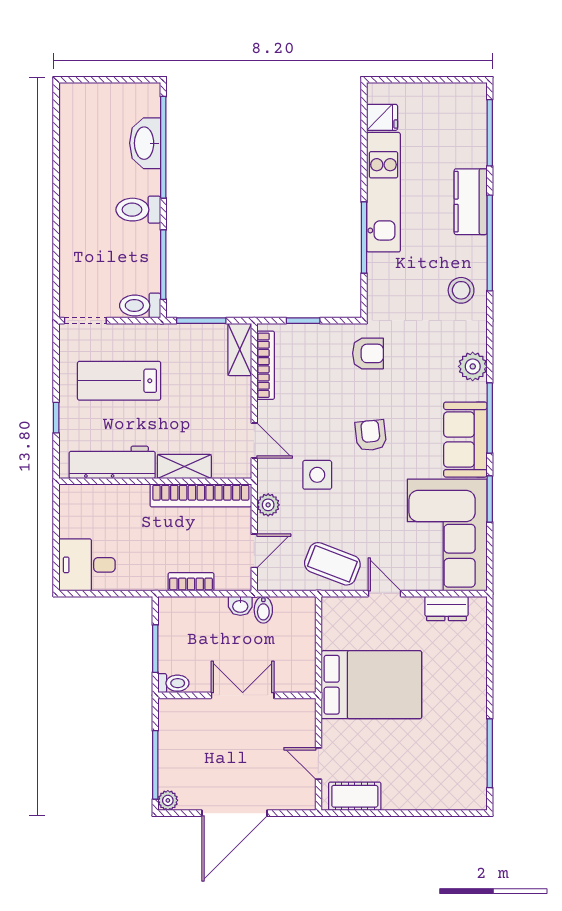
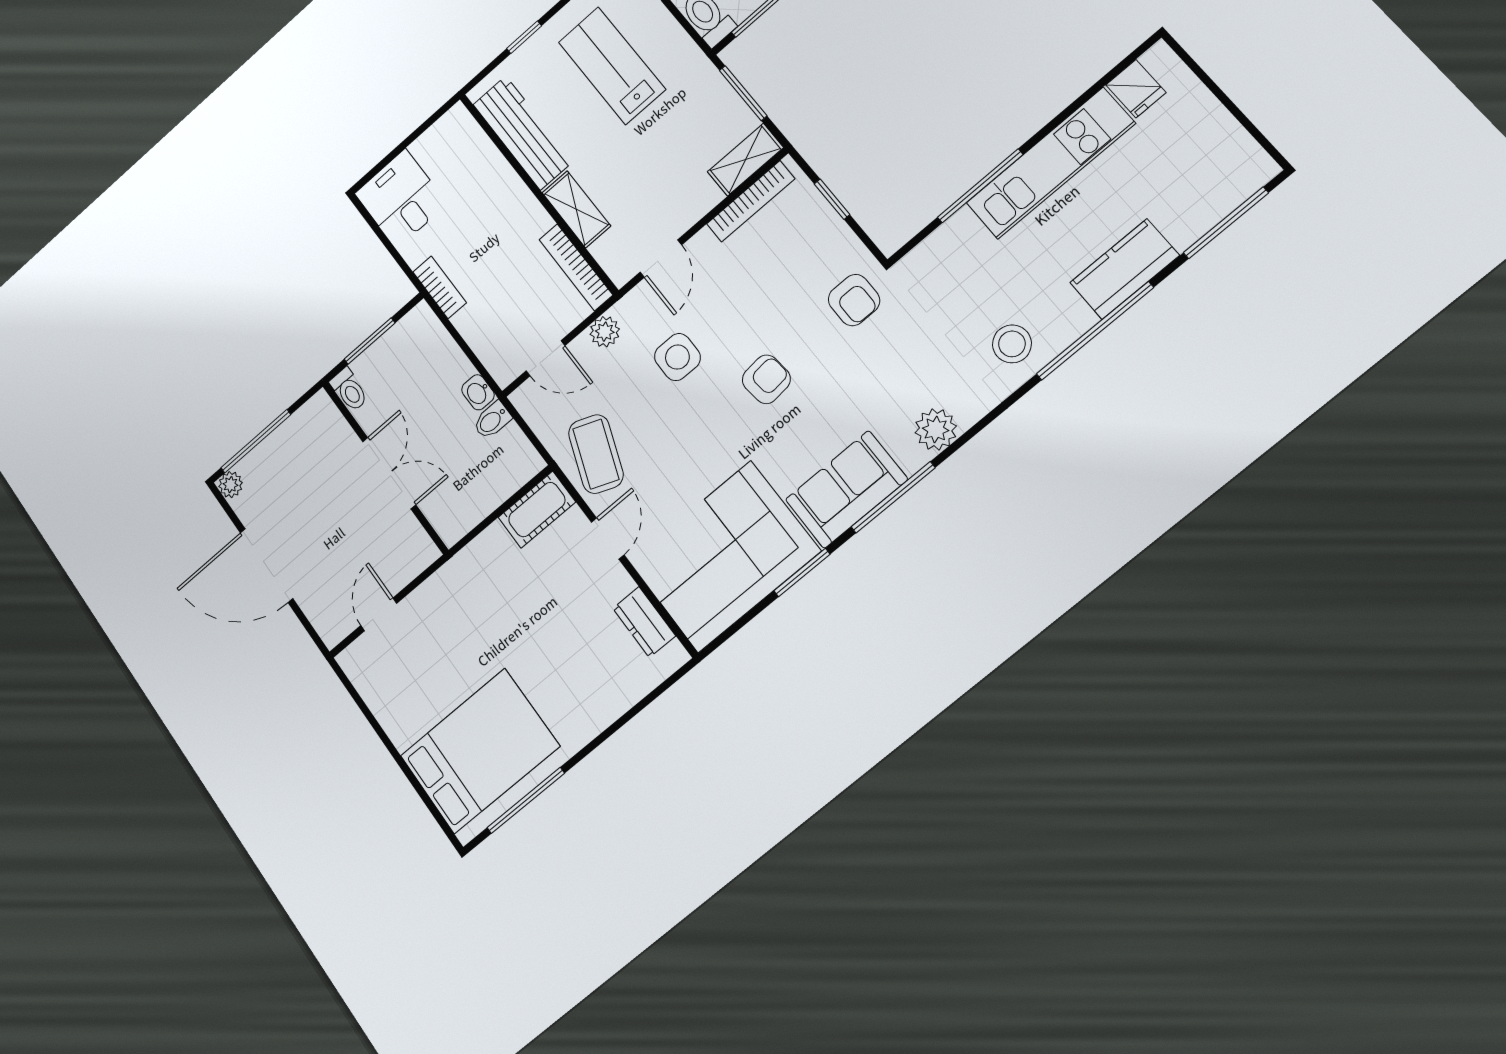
bookcase: (201, 495) -> (576, 267), width x0.68, depth x0.76
bookcase: (191, 582) -> (440, 287), moved
bed: (371, 685) -> (480, 751), moved, turned -90
cot: (355, 796) -> (537, 510), moved, turned 90

